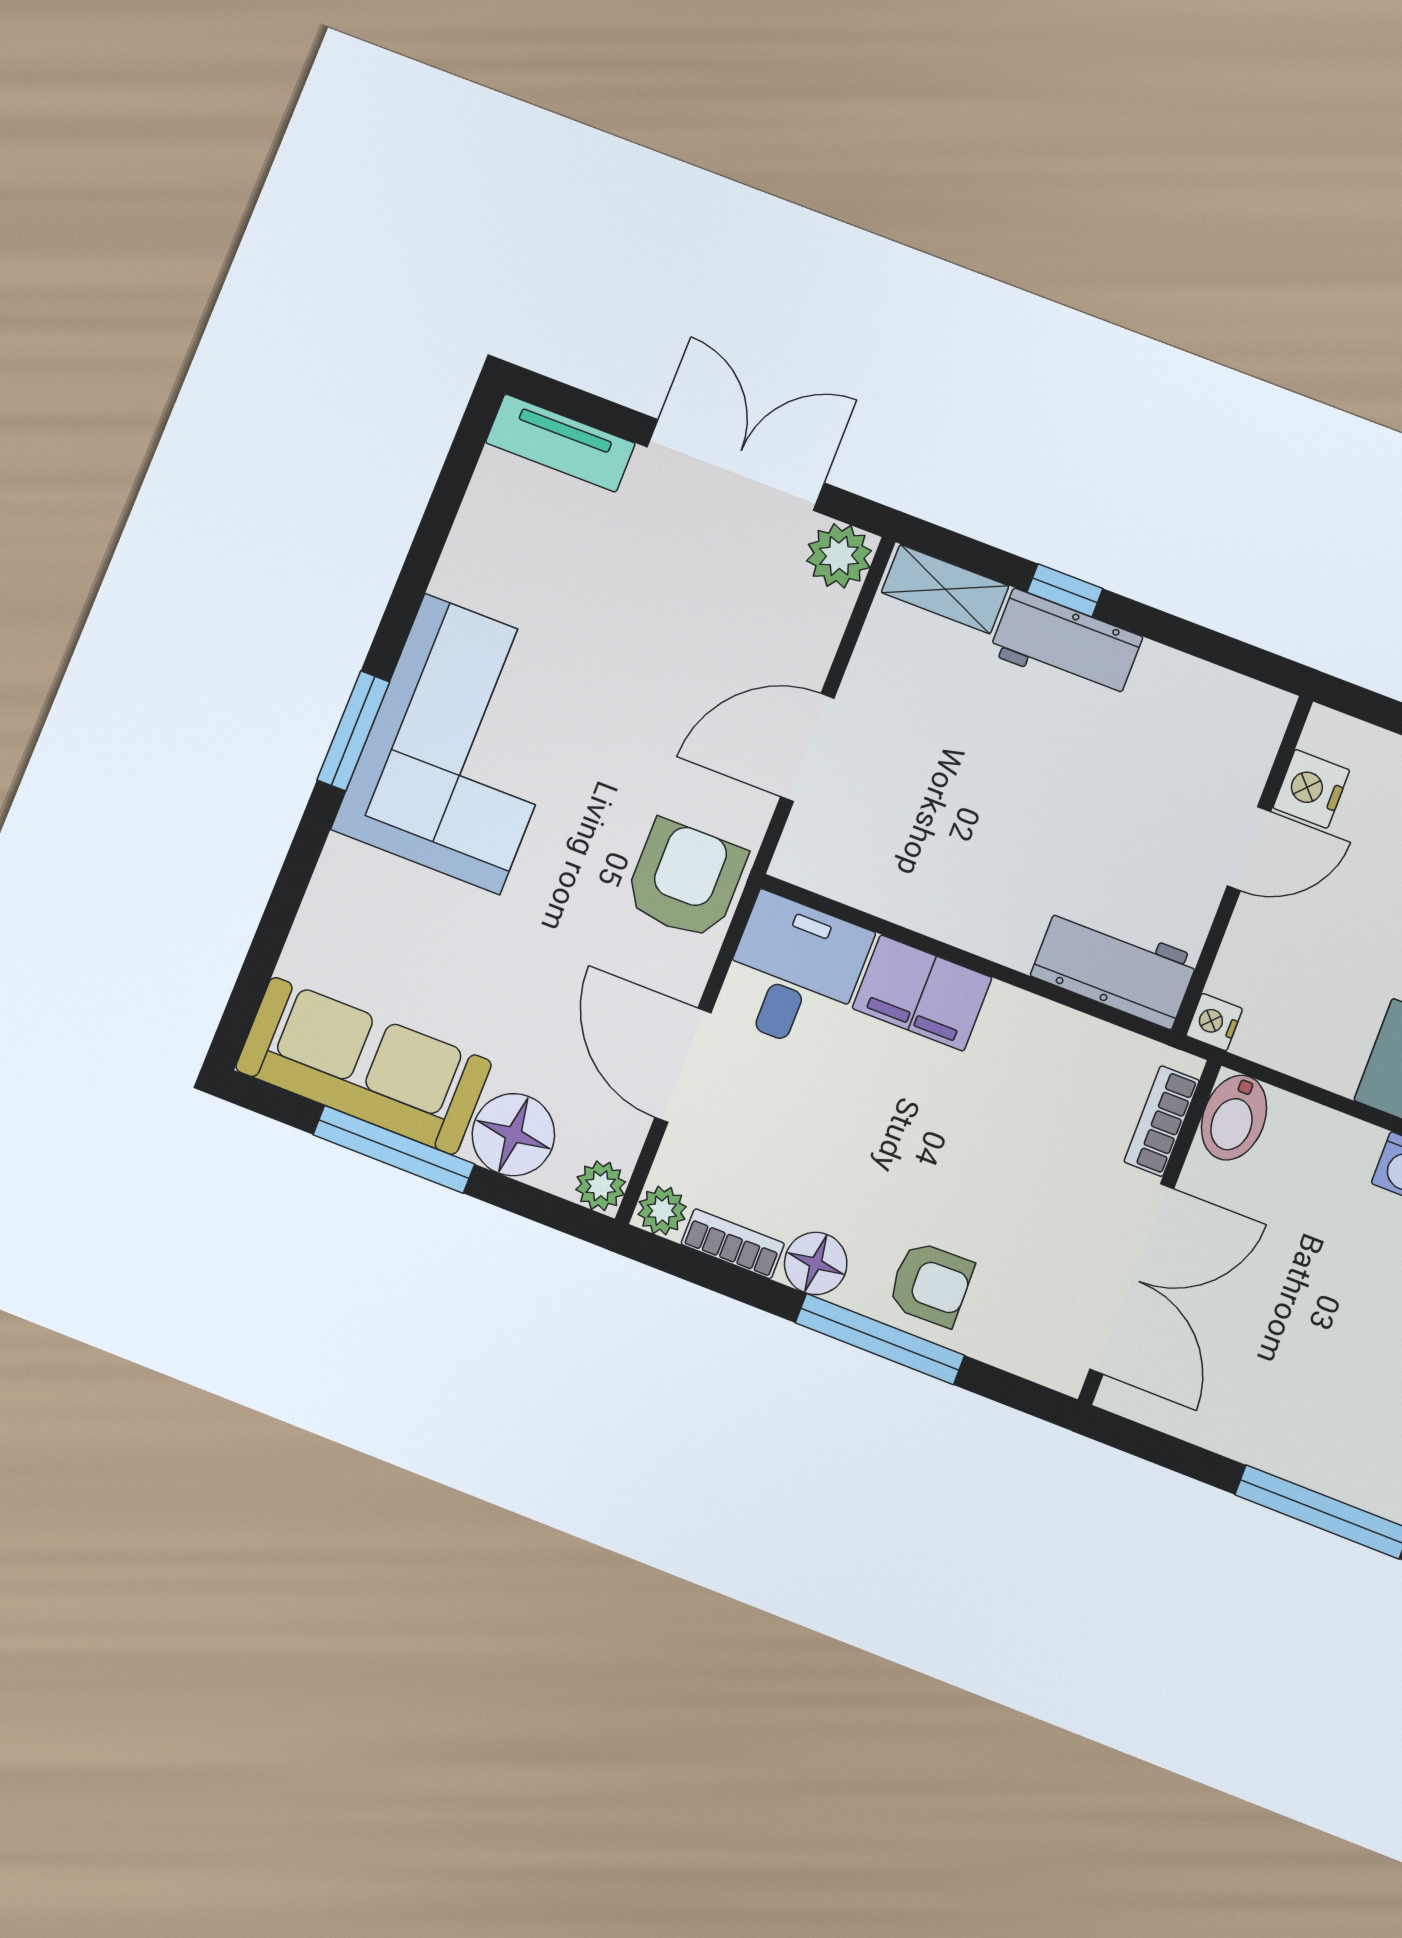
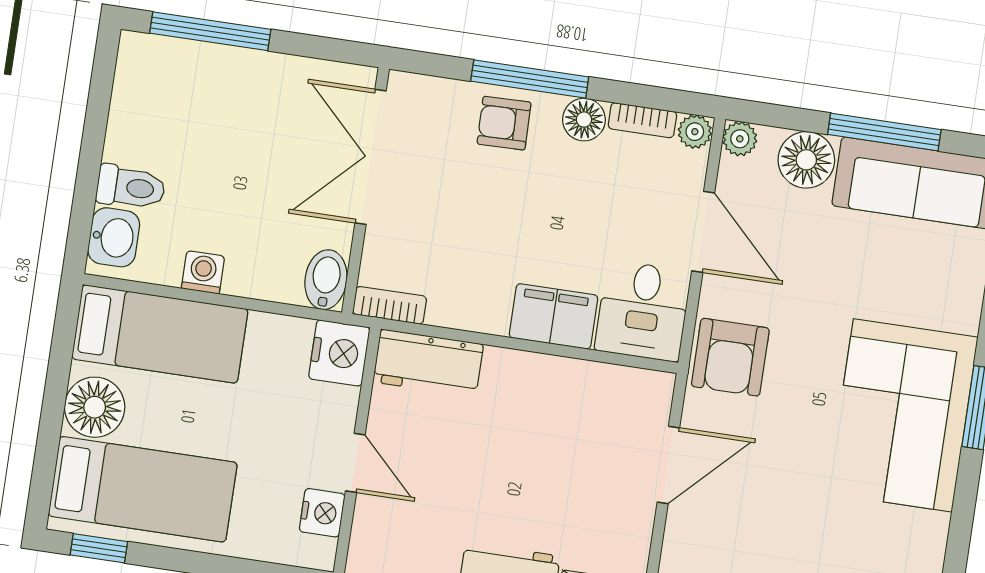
door: (1249, 849) -> (355, 463), swing flipped
nightstand: (1214, 1022) -> (339, 353), width x1.89, depth x1.79
bookcase: (1162, 1121) -> (390, 305), moved, turned -90

